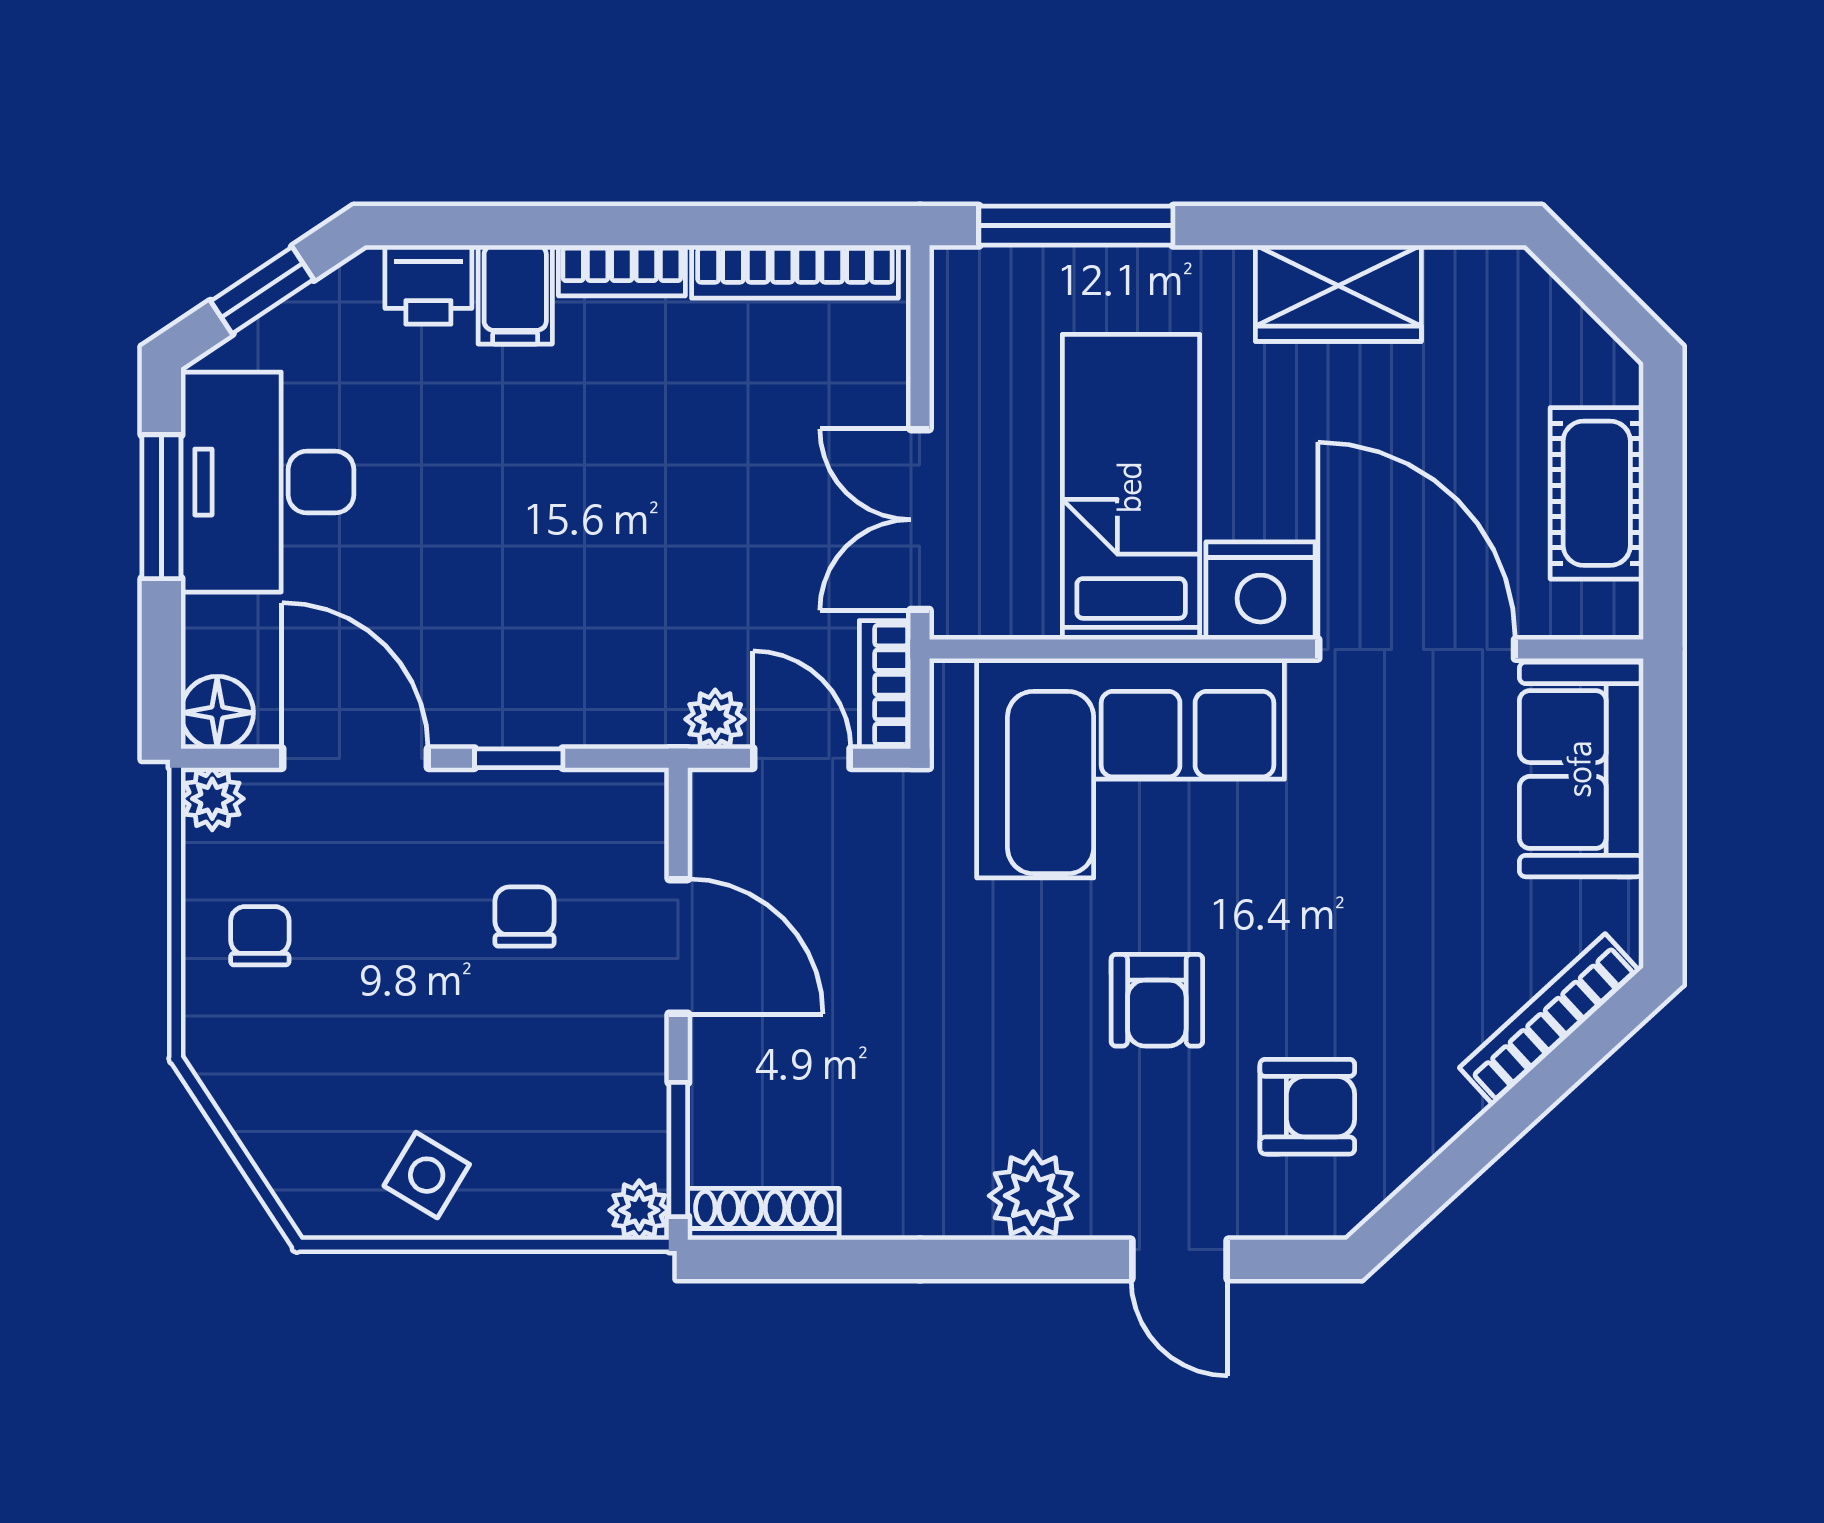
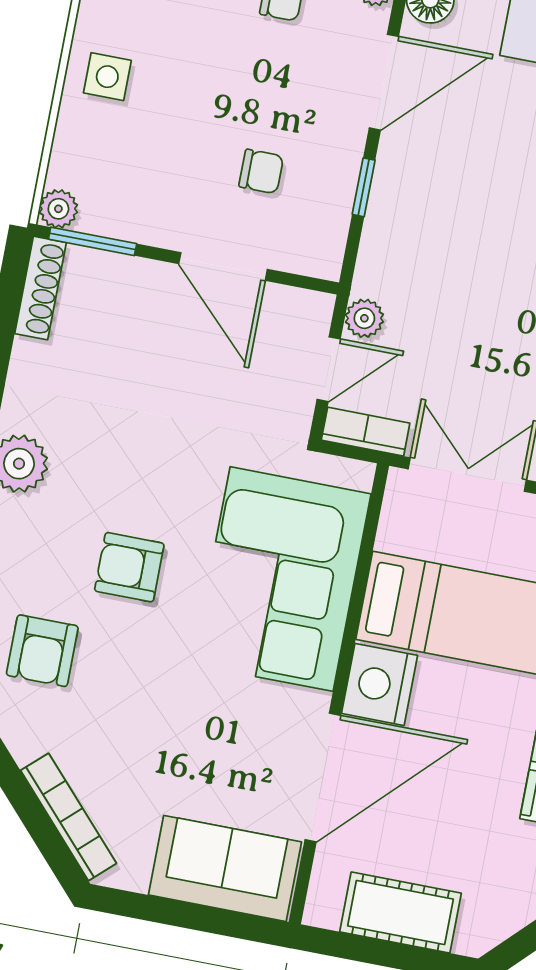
door: (678, 946) -> (223, 267), hinge flipped
side table: (427, 1175) -> (107, 77), turned -31

